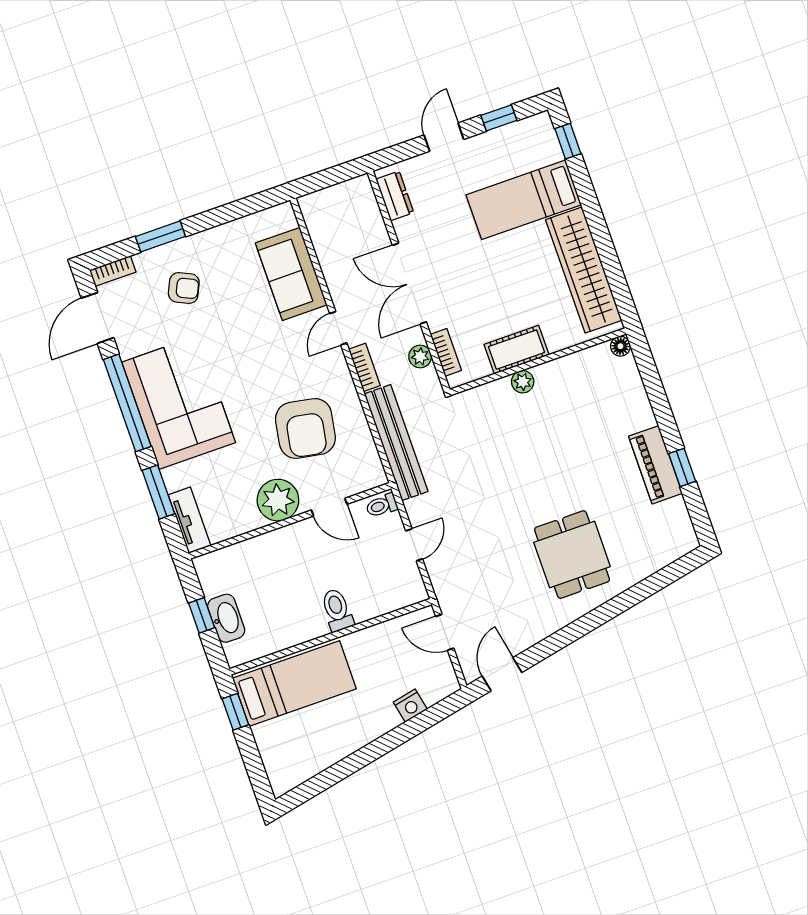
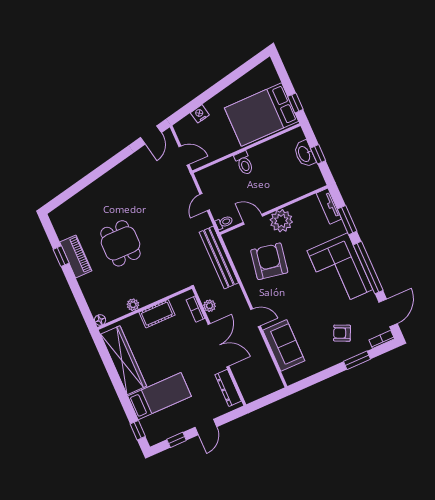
dresser: (395, 196) -> (228, 388), width x1.44
door: (338, 328) -> (256, 318), hinge flipped
bookcase: (364, 367) -> (240, 297), removed
plant: (523, 382) -> (133, 305), moved
dining table: (572, 555) -> (120, 243), moved
bed: (294, 683) -> (261, 115), width x1.50

